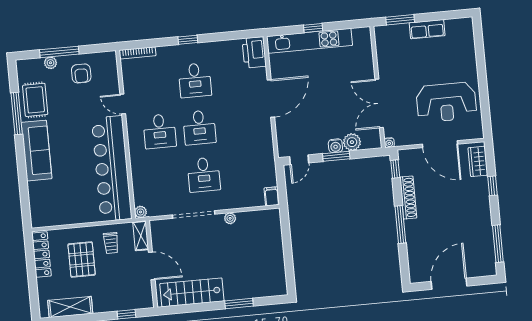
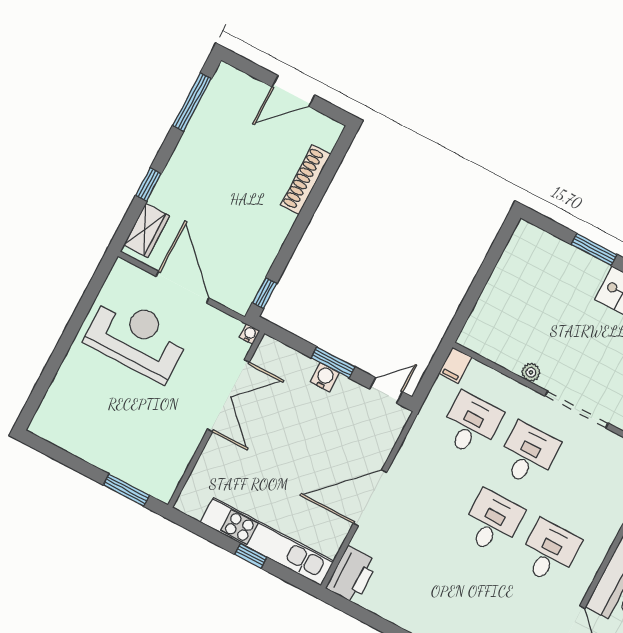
row of seats: (427, 29) -> (98, 453), removed
desk: (195, 80) -> (471, 424), moved
plant: (352, 142) -> (299, 367), removed
shoe rack: (408, 198) -> (306, 180), moved
window: (400, 225) -> (307, 214), removed
door: (449, 284) -> (293, 91), width x0.73

